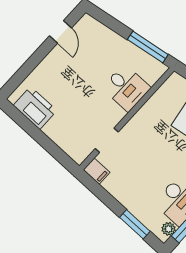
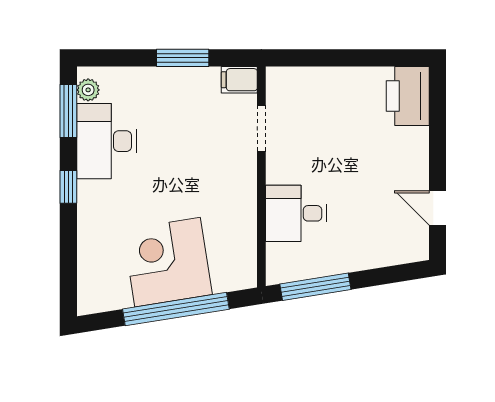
printer: (35, 108) -> (408, 96), moved, turned 90
window: (135, 224) -> (183, 58), moved

